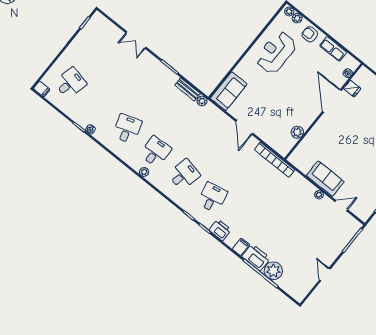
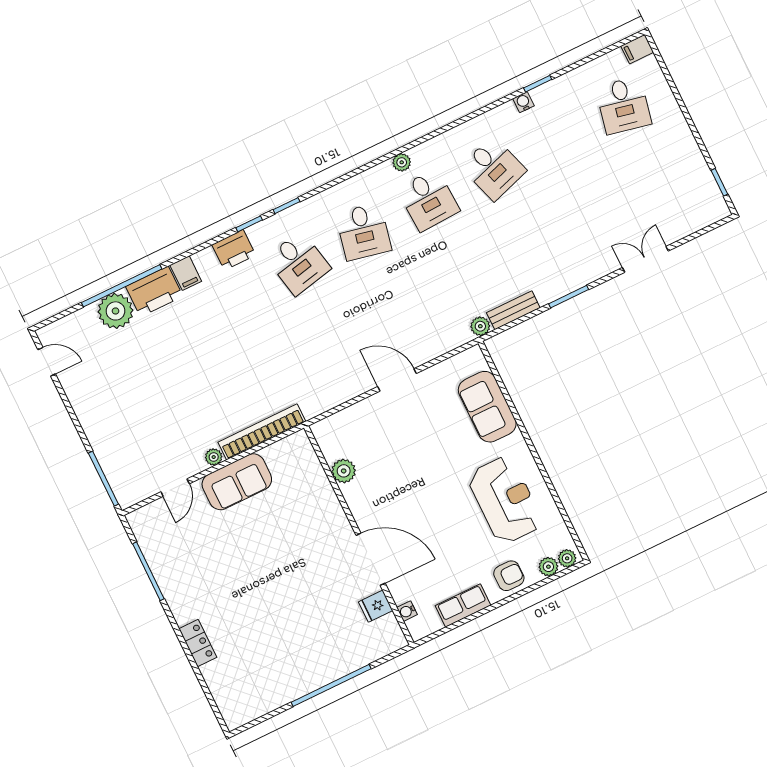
sofa: (229, 91) -> (487, 407), moved
bookcase: (275, 160) -> (262, 432), moved
door: (325, 274) -> (47, 362), moved

